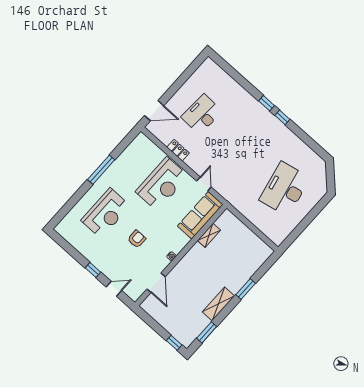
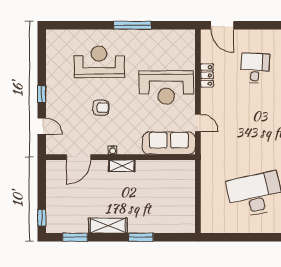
desk: (202, 114) -> (255, 68), width x0.73
door: (204, 184) -> (198, 123), hinge flipped
reception desk: (106, 213) -> (99, 62), turned 180
shelving: (209, 235) -> (122, 166), moved

